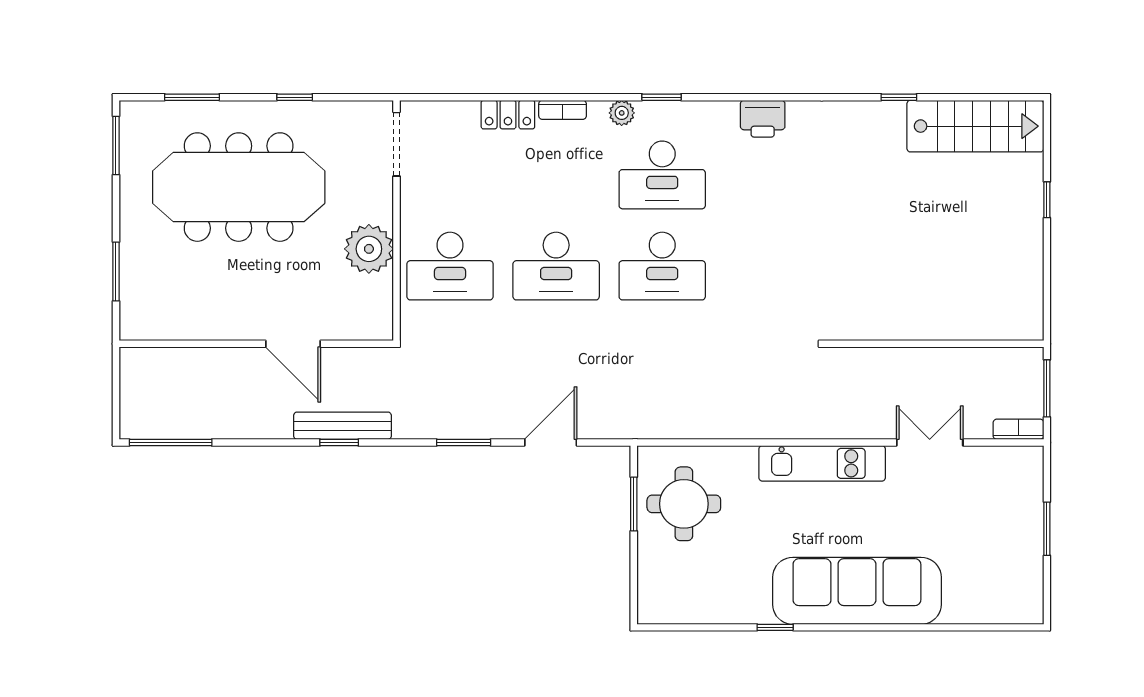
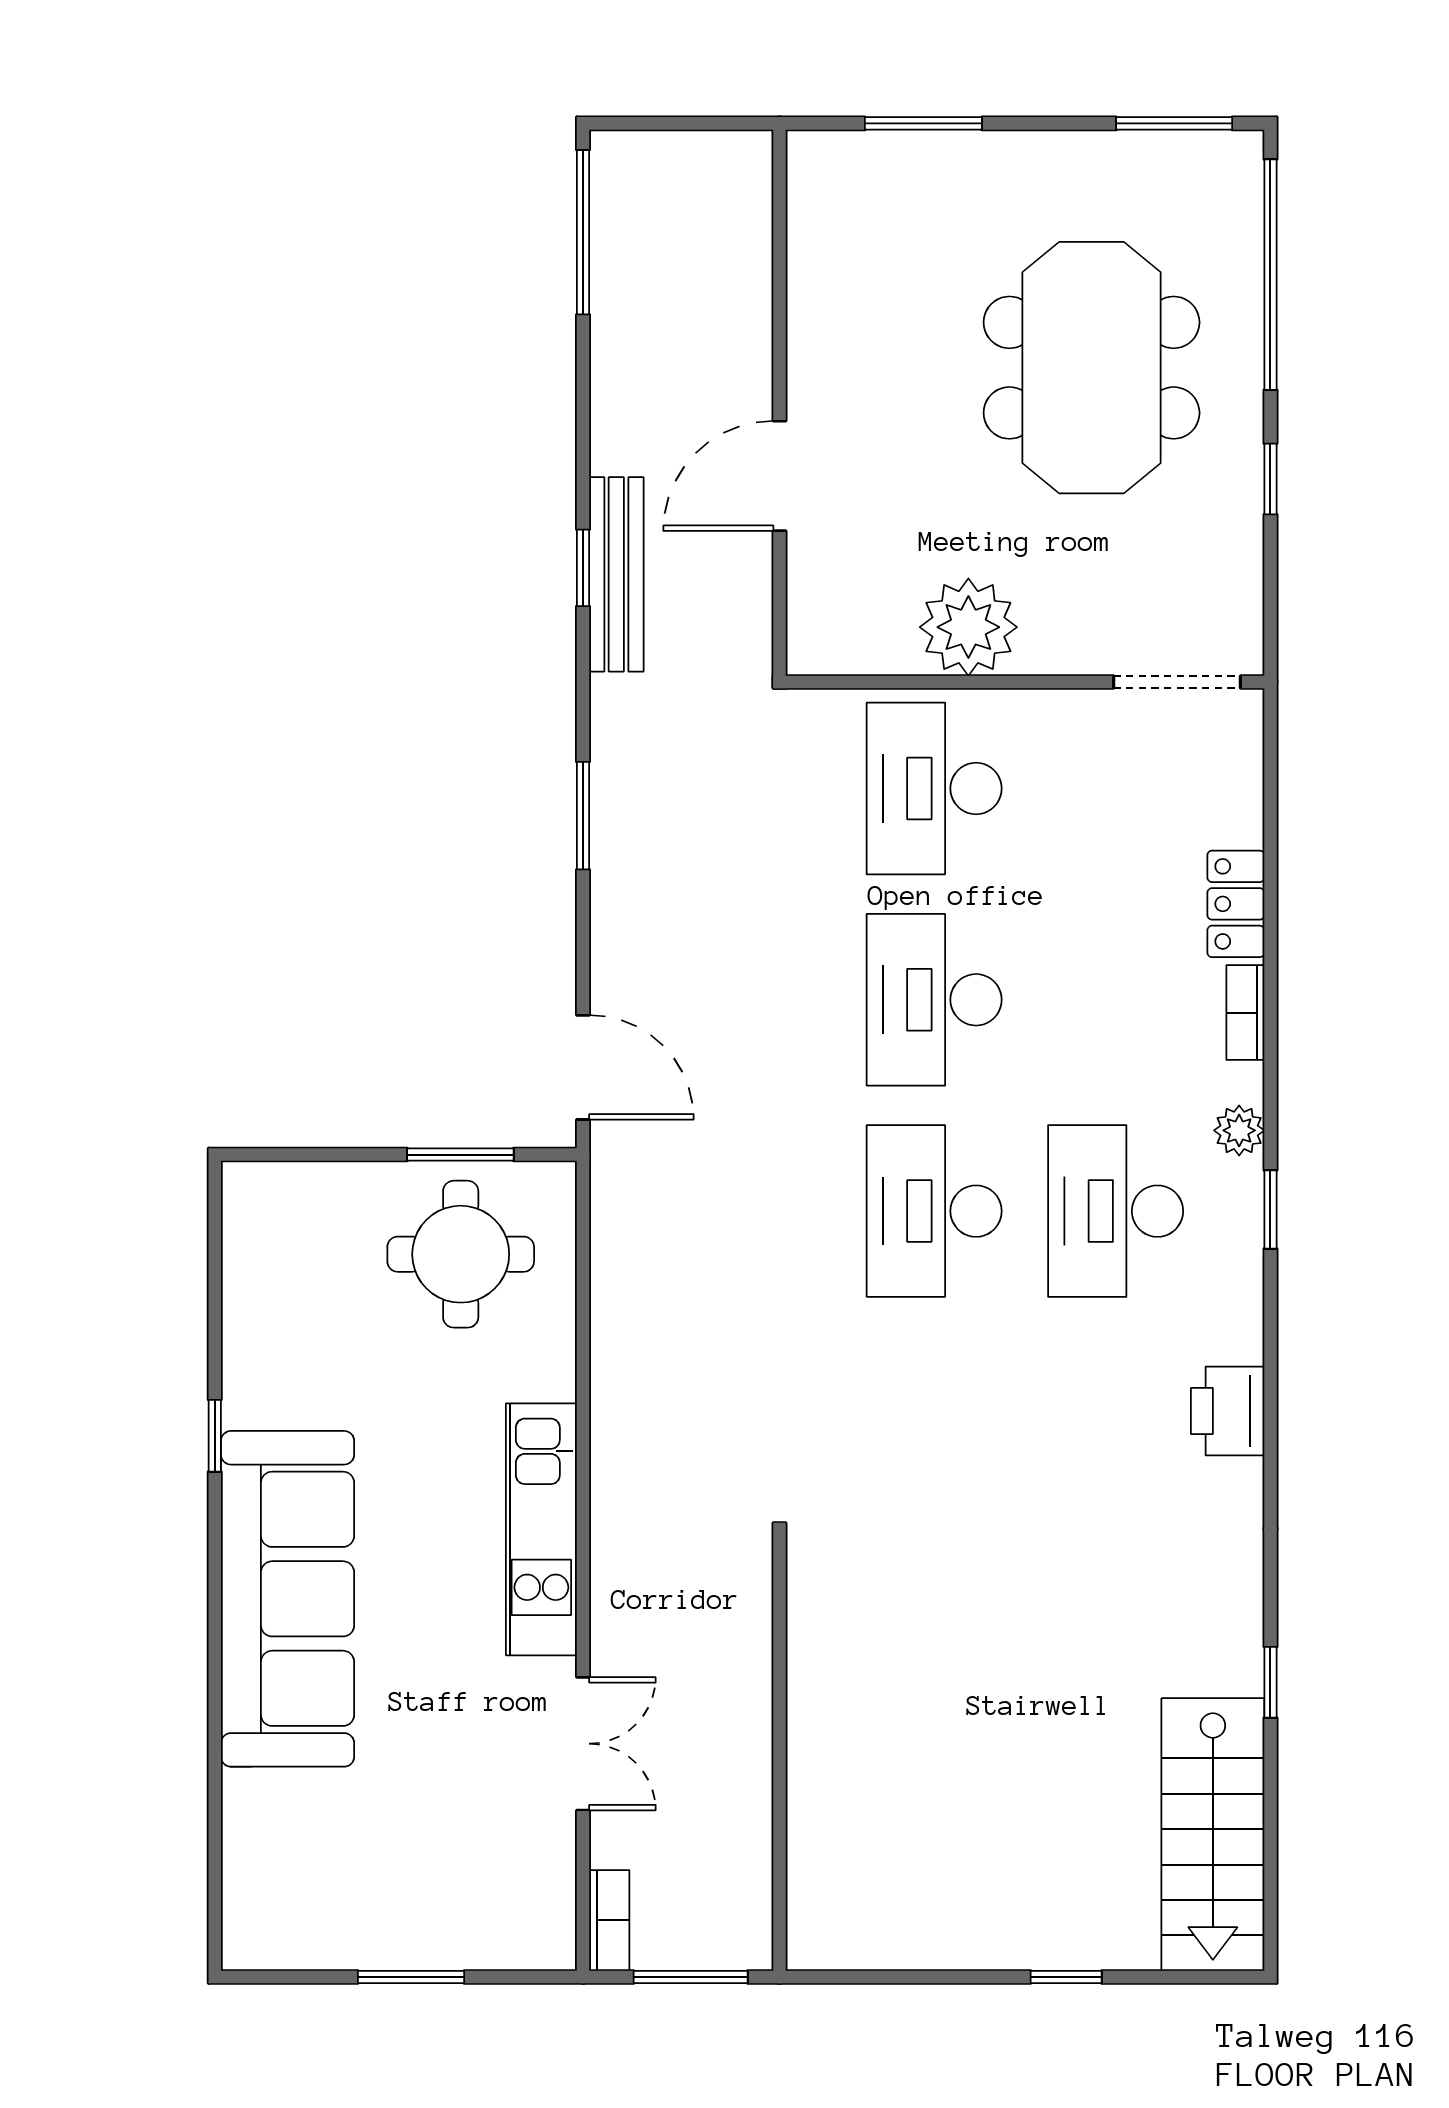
window: (192, 97) -> (1270, 275), width x2.11
meeting table: (239, 187) -> (1092, 368), width x0.73
door: (551, 442) -> (583, 1067), moved

